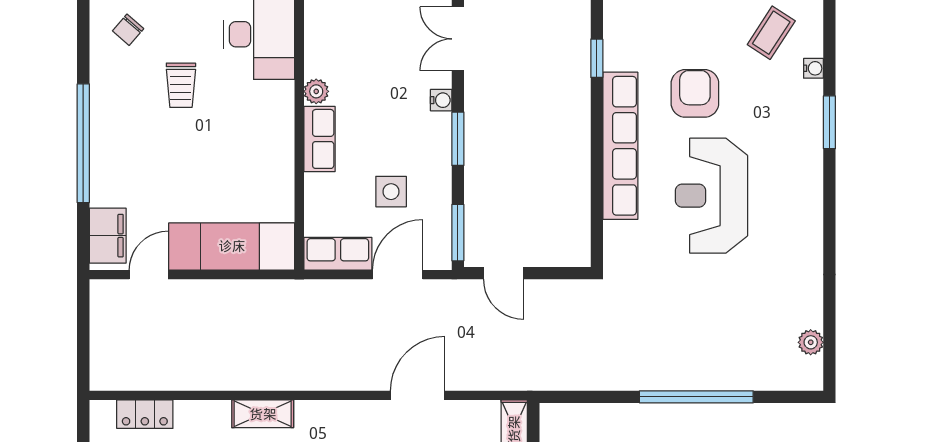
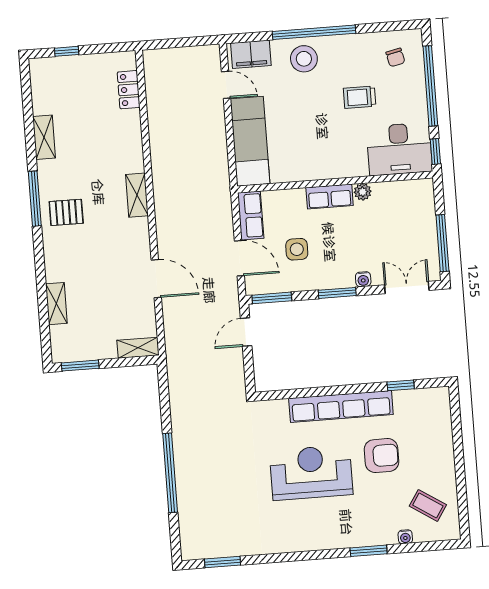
chair: (128, 30) -> (395, 57), turned -143
stool: (120, 161) -> (304, 59), added
window: (829, 332) -> (223, 562), added
plant: (811, 342) -> (214, 550), removed
shelving: (263, 414) -> (137, 195), moved

